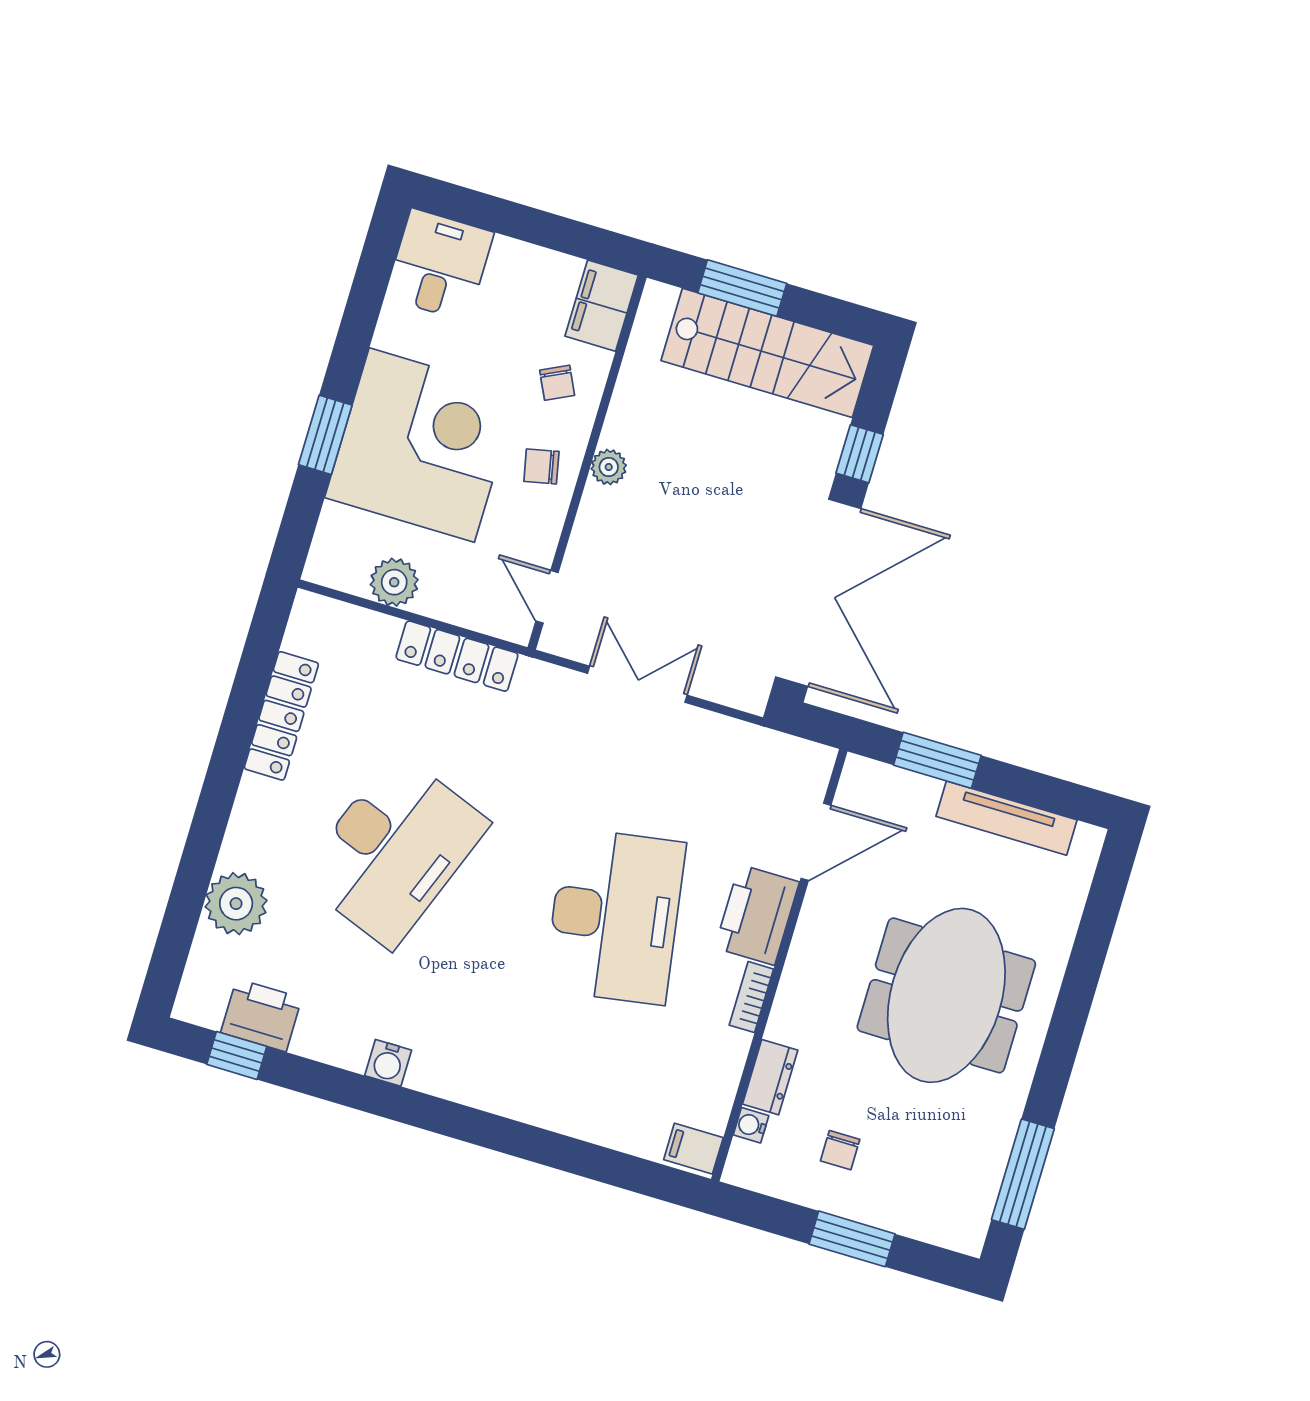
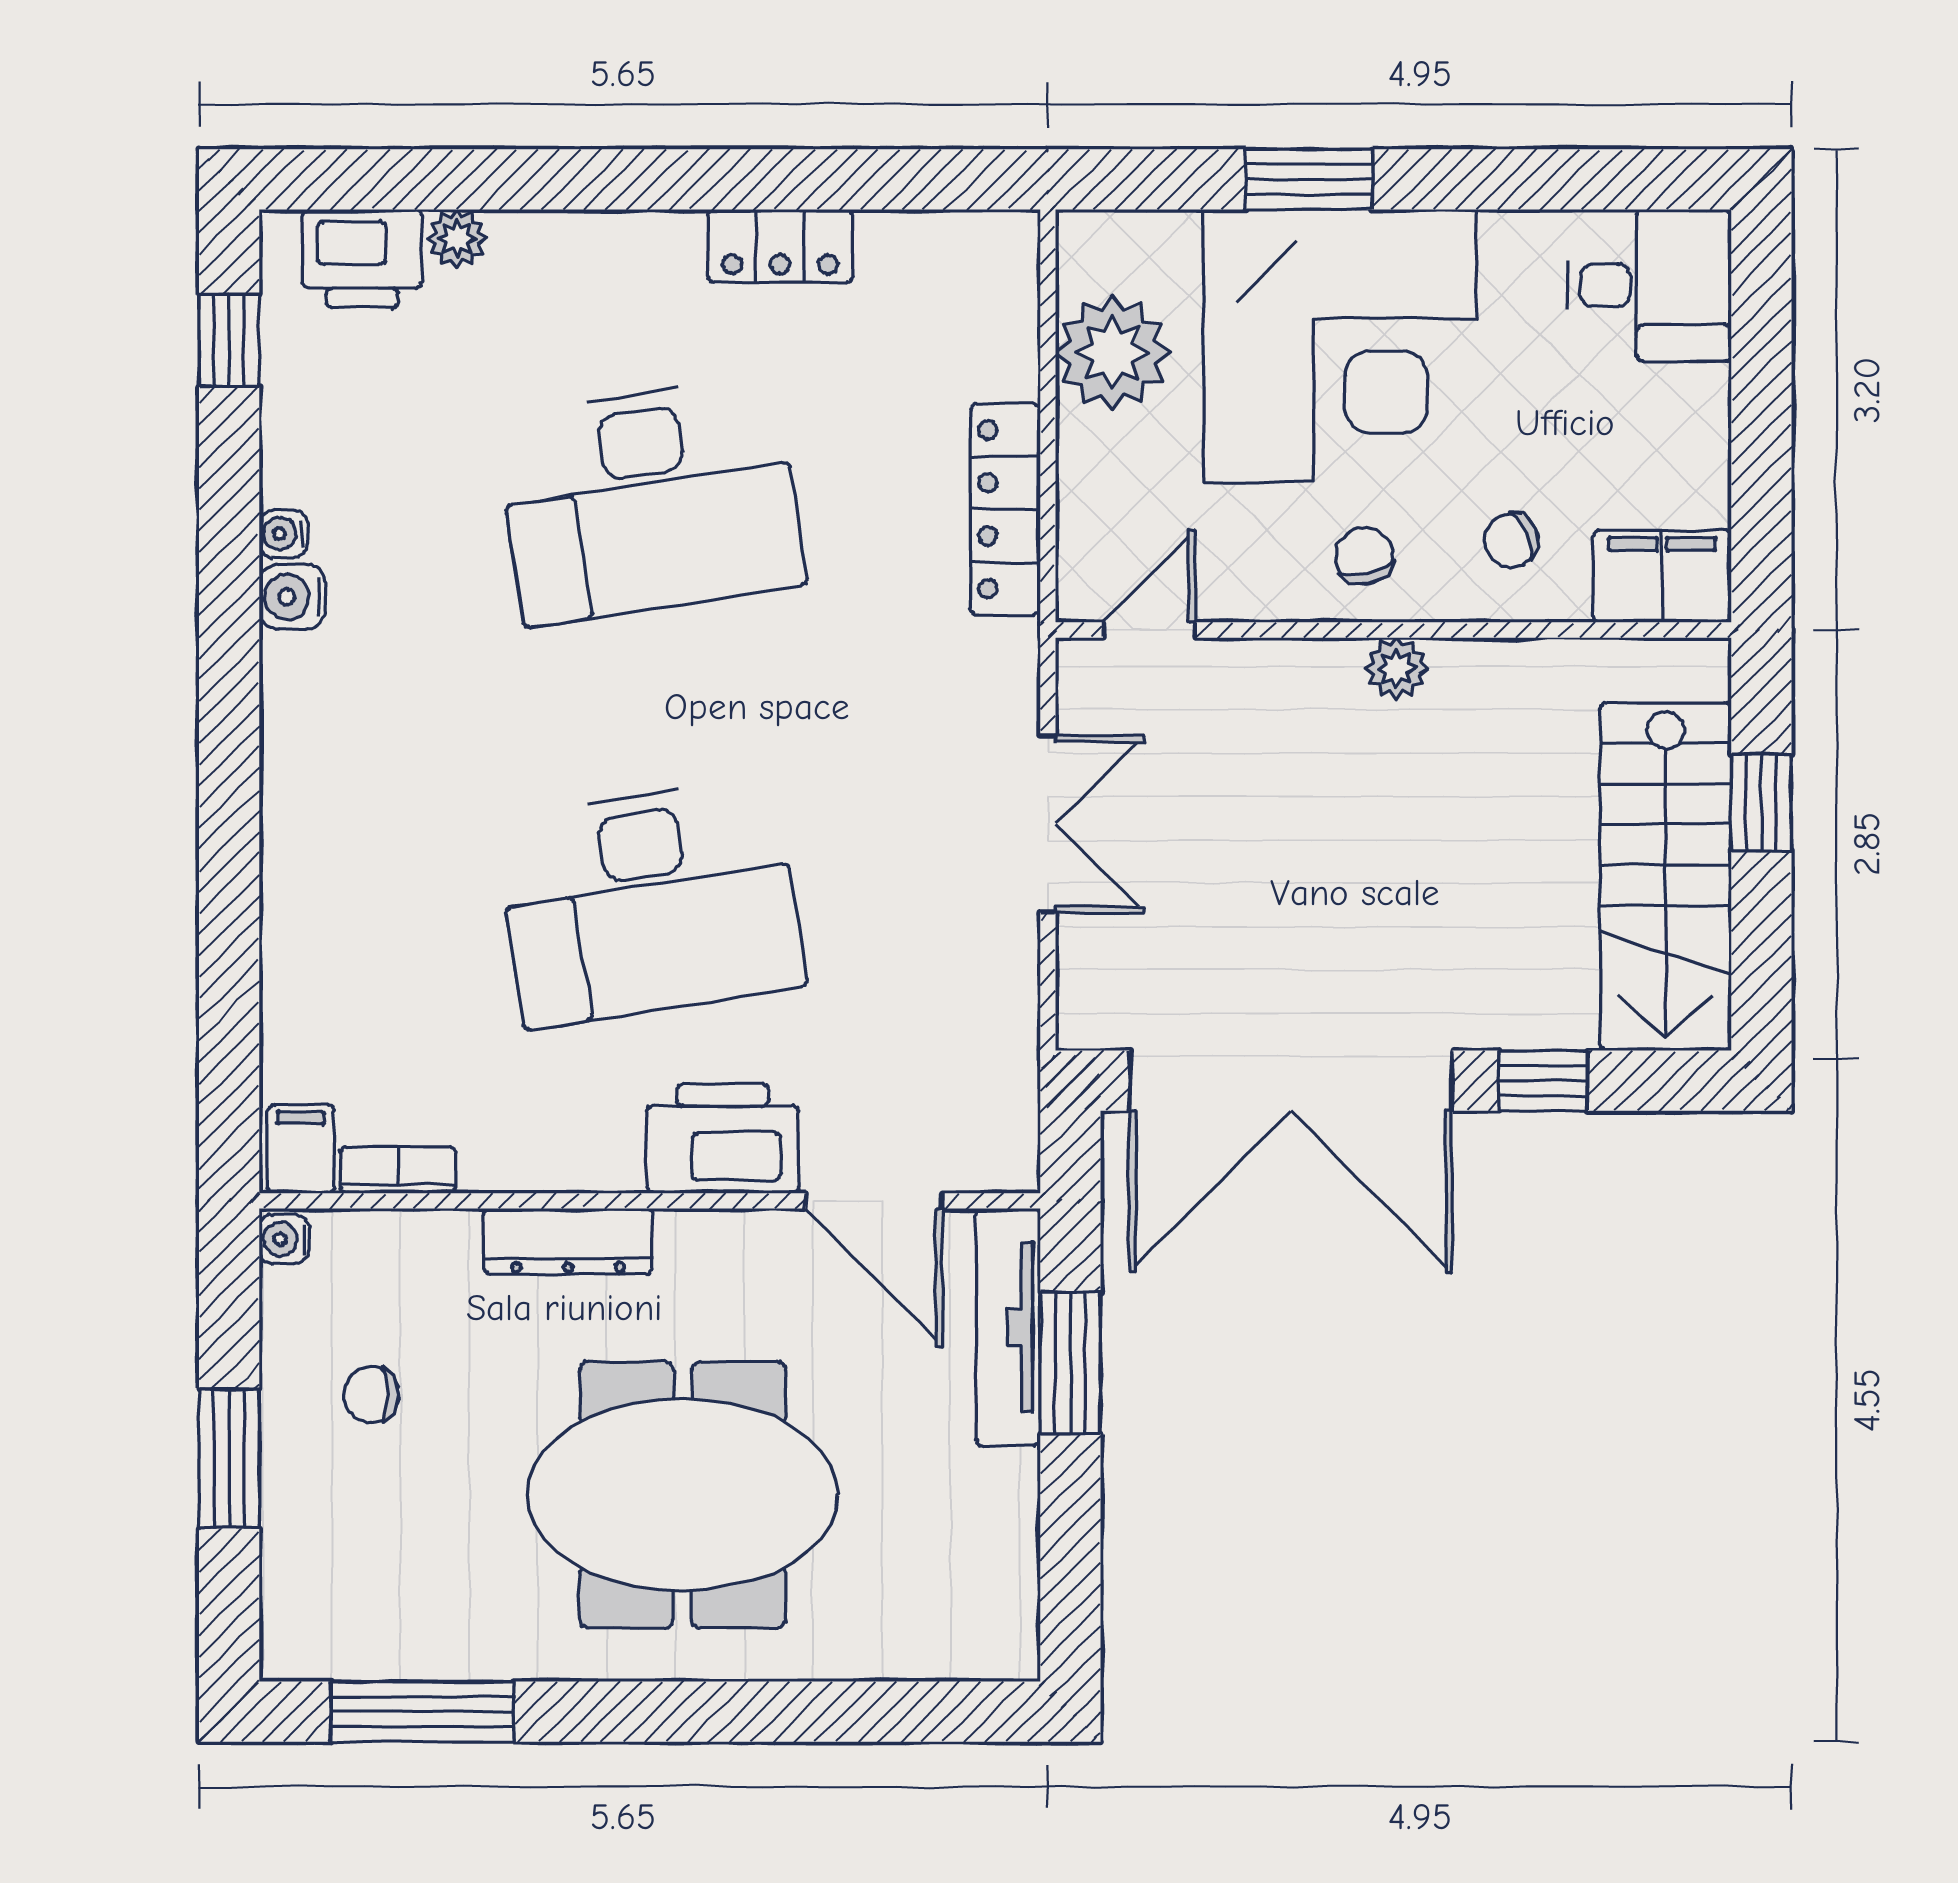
window: (742, 288) -> (1761, 802), width x0.67
plant: (394, 582) -> (1113, 352), width x1.36, depth x1.36
locker: (281, 716) -> (780, 246), width x0.66
tv unit: (1006, 818) -> (1008, 1327), moved
desk: (394, 850) -> (650, 500), turned -30
plant: (236, 904) -> (457, 238), width x0.53, depth x0.53
bookcase: (751, 997) -> (398, 1170), moved
printer: (261, 1015) -> (362, 259), moved, turned 90
water cooler: (352, 1057) -> (283, 534), added
dresser: (770, 1077) -> (568, 1241), moved, width x1.44
water cooler: (751, 1125) -> (284, 1239), moved, turned -90

